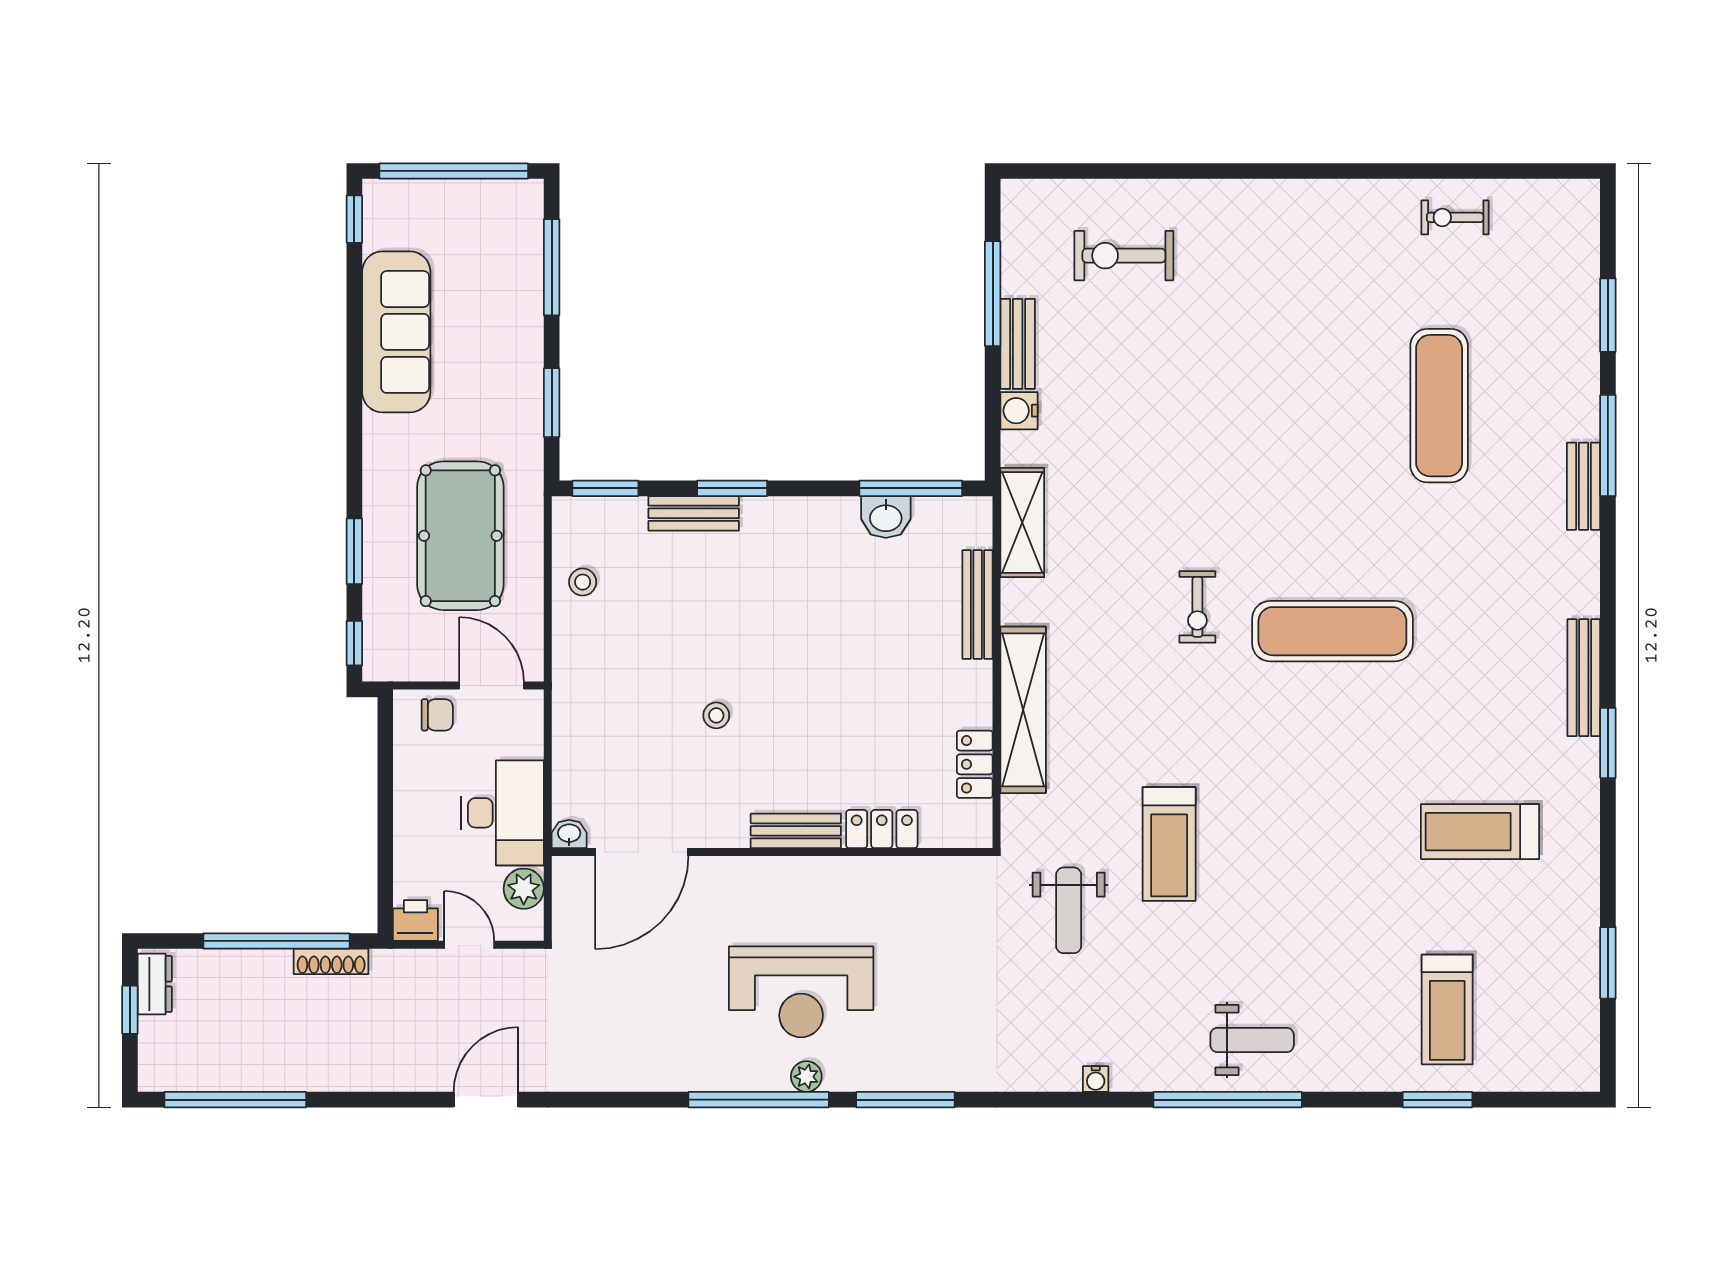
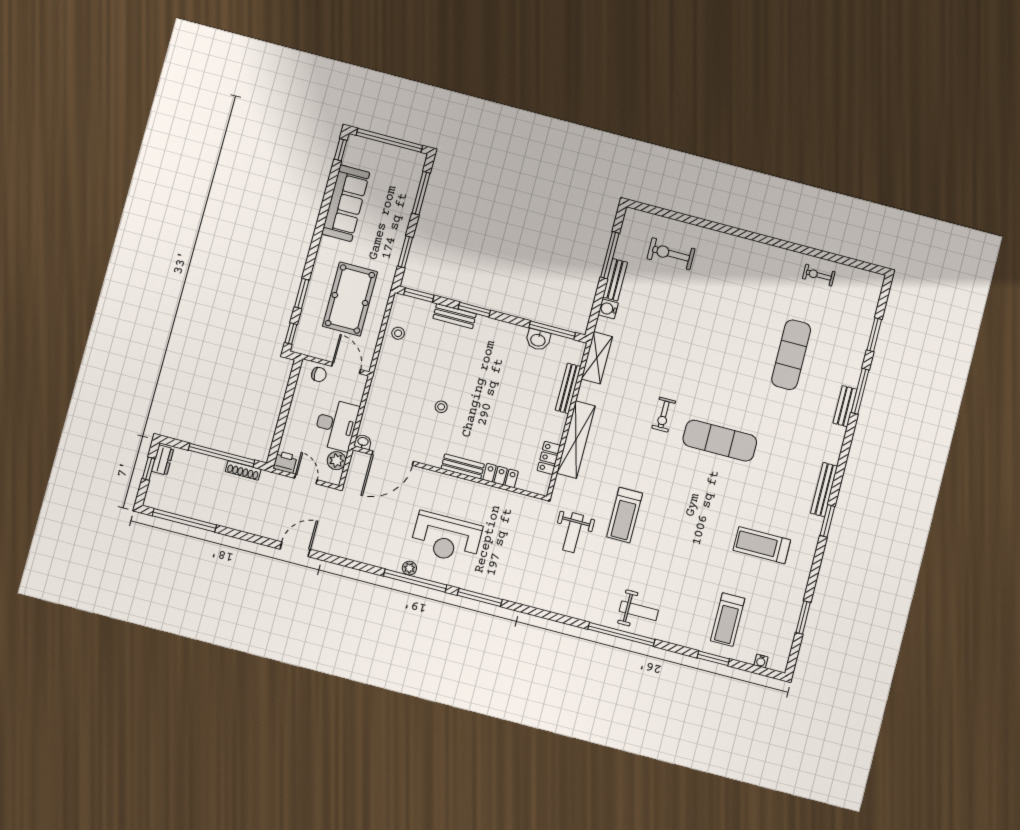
plant: (806, 1077) -> (409, 568), moved
water cooler: (1096, 1079) -> (761, 661), moved

